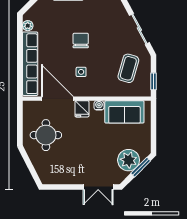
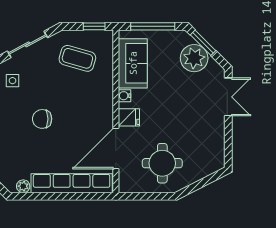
side table: (81, 72) -> (12, 81), moved
window: (154, 128) -> (153, 26), added

